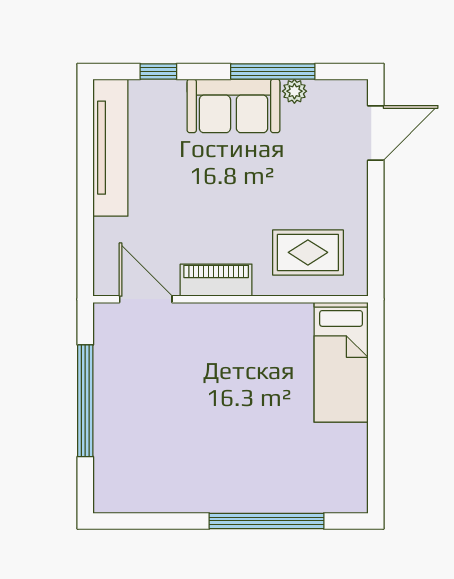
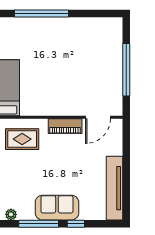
window: (158, 71) -> (76, 224), moved
plant: (294, 91) -> (11, 214), moved
door: (146, 299) -> (98, 117), hinge flipped

